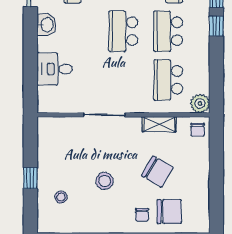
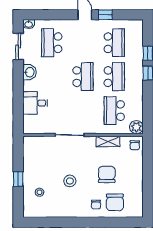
school desk: (123, 31) -> (83, 77), turned 180
school desk: (168, 31) -> (114, 77), turned 180
chair: (157, 172) -> (107, 175), turned -120
chair: (169, 211) -> (115, 202), turned 90

